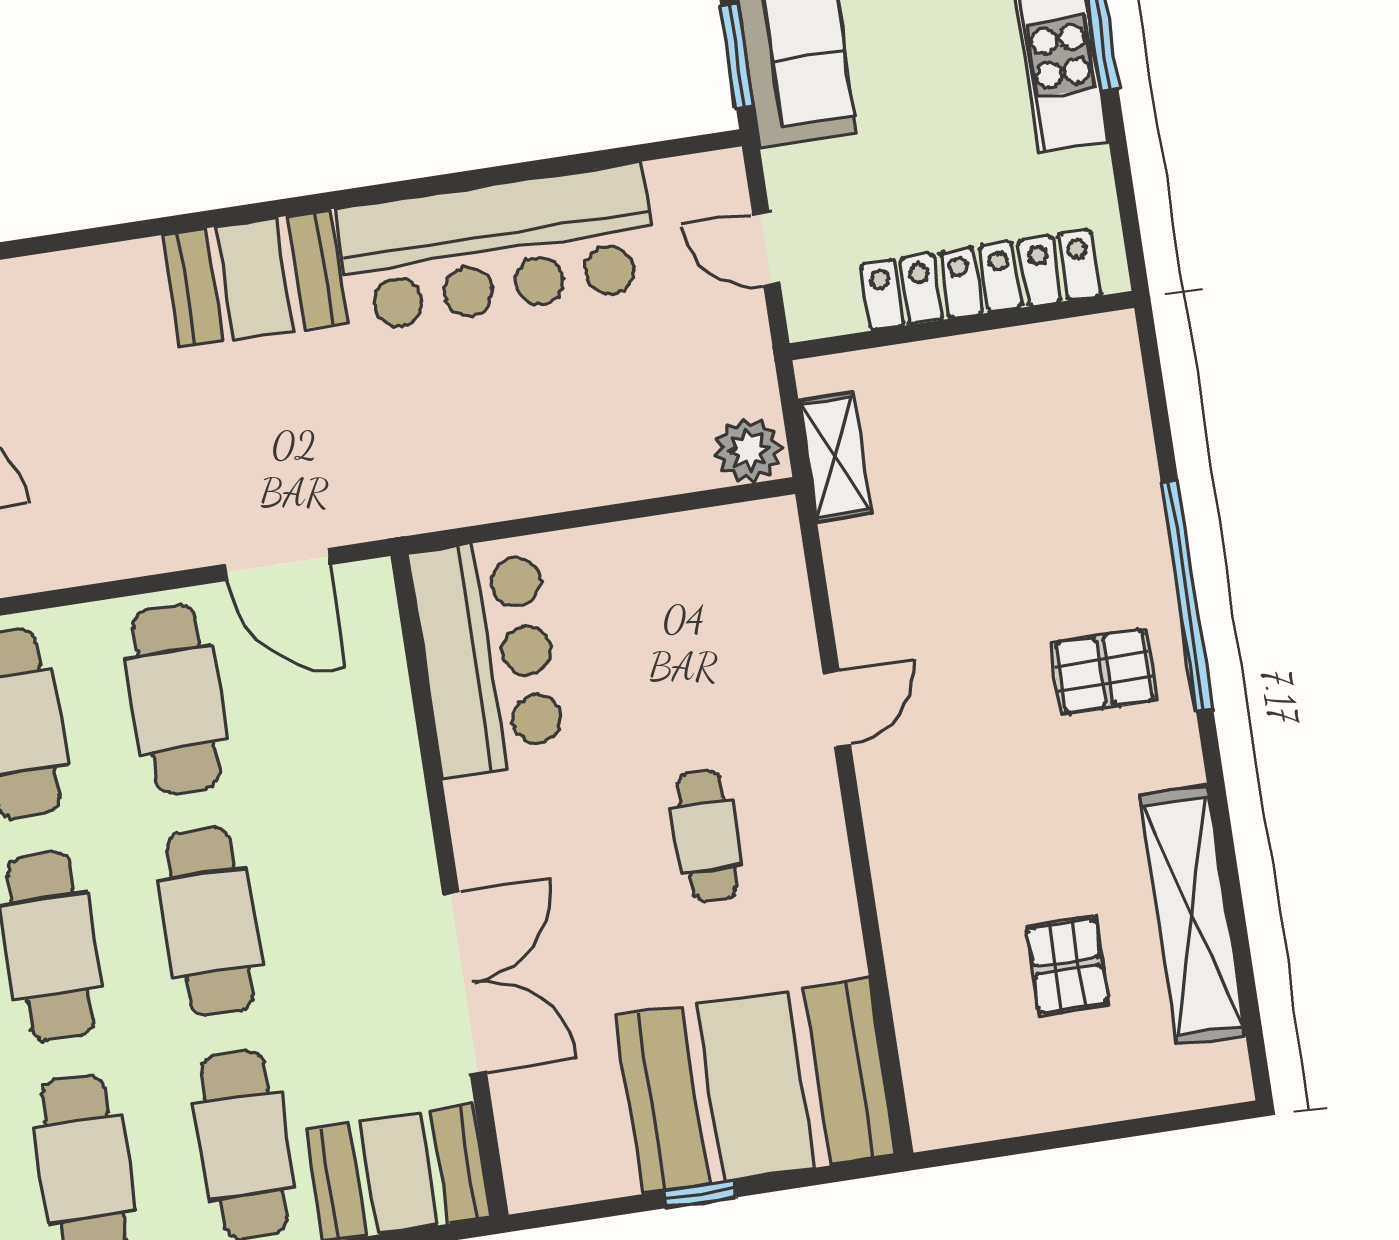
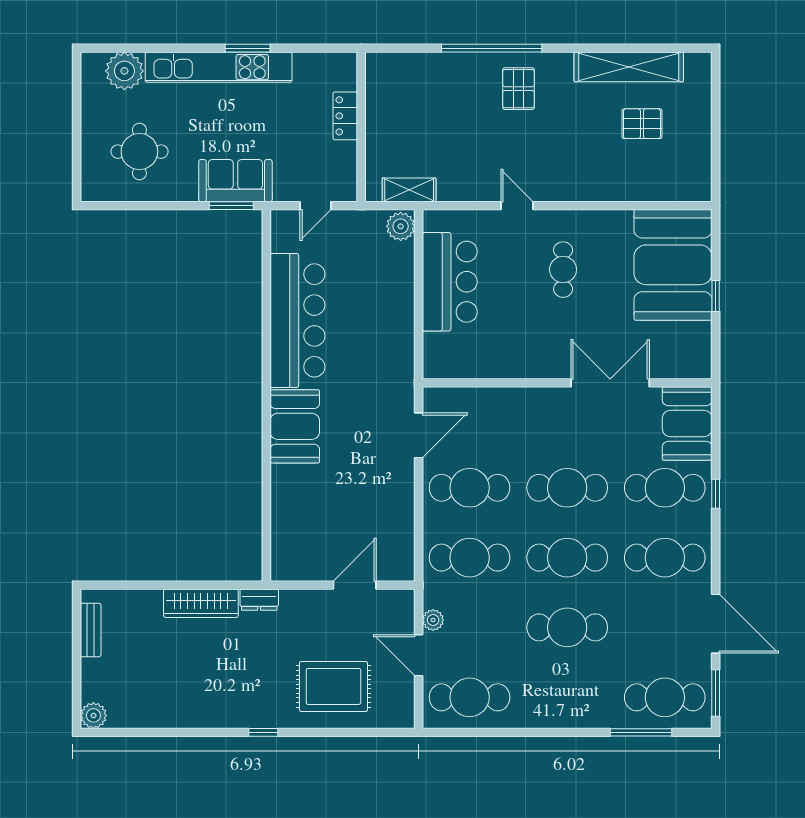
locker: (981, 280) -> (345, 116), width x0.46, depth x0.83
bar counter: (487, 656) -> (450, 282), moved, turned 90
cafe table: (707, 836) -> (563, 270), turned 90

